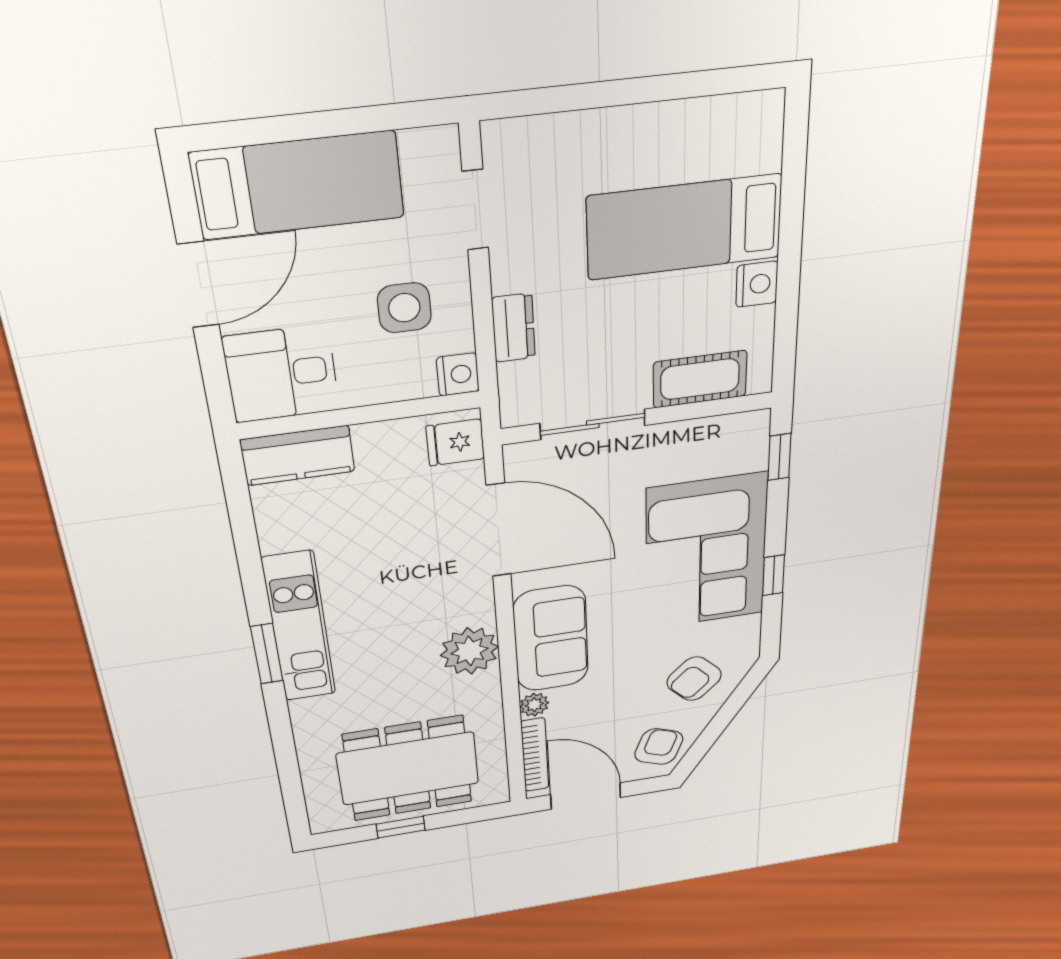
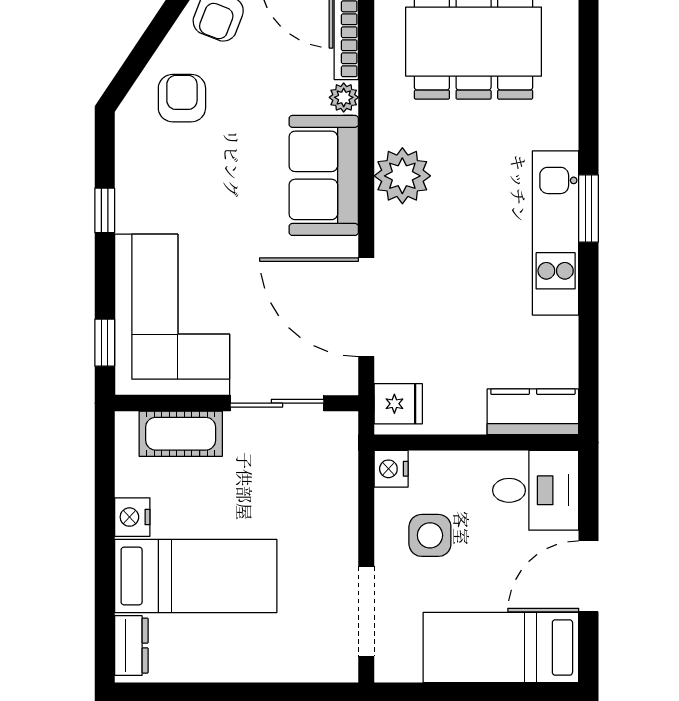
doorway: (475, 210) -> (366, 611), width x1.38
dresser: (513, 328) -> (131, 646), moved, turned 180
corner sofa: (706, 552) -> (172, 315), moved
armchair: (694, 679) -> (182, 98), turned -46

